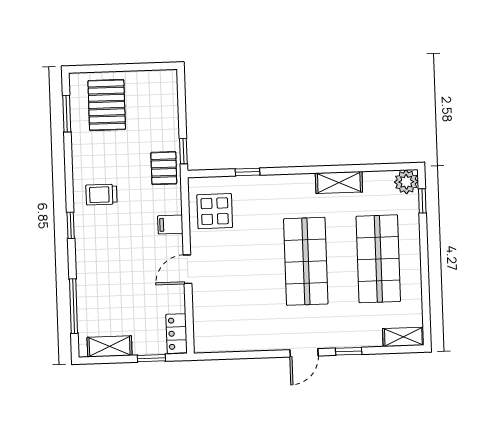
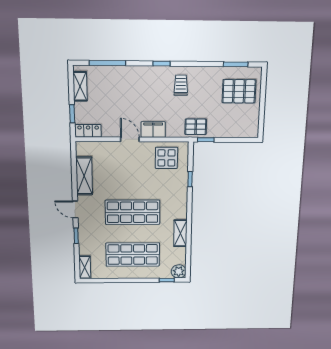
filing cabinet: (170, 224) -> (153, 129), width x2.00
shelving: (248, 339) -> (84, 176), added

